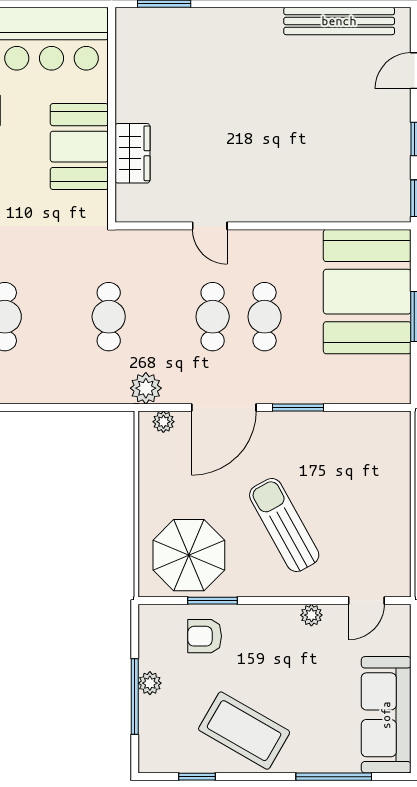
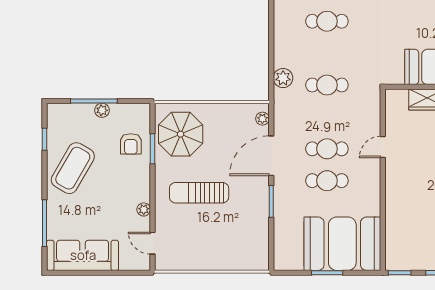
plant: (146, 388) -> (283, 78), moved
door: (224, 407) -> (271, 156), hinge flipped
sun lounger: (284, 525) -> (199, 193), turned -151
armchair: (205, 636) -> (131, 144), turned 180

